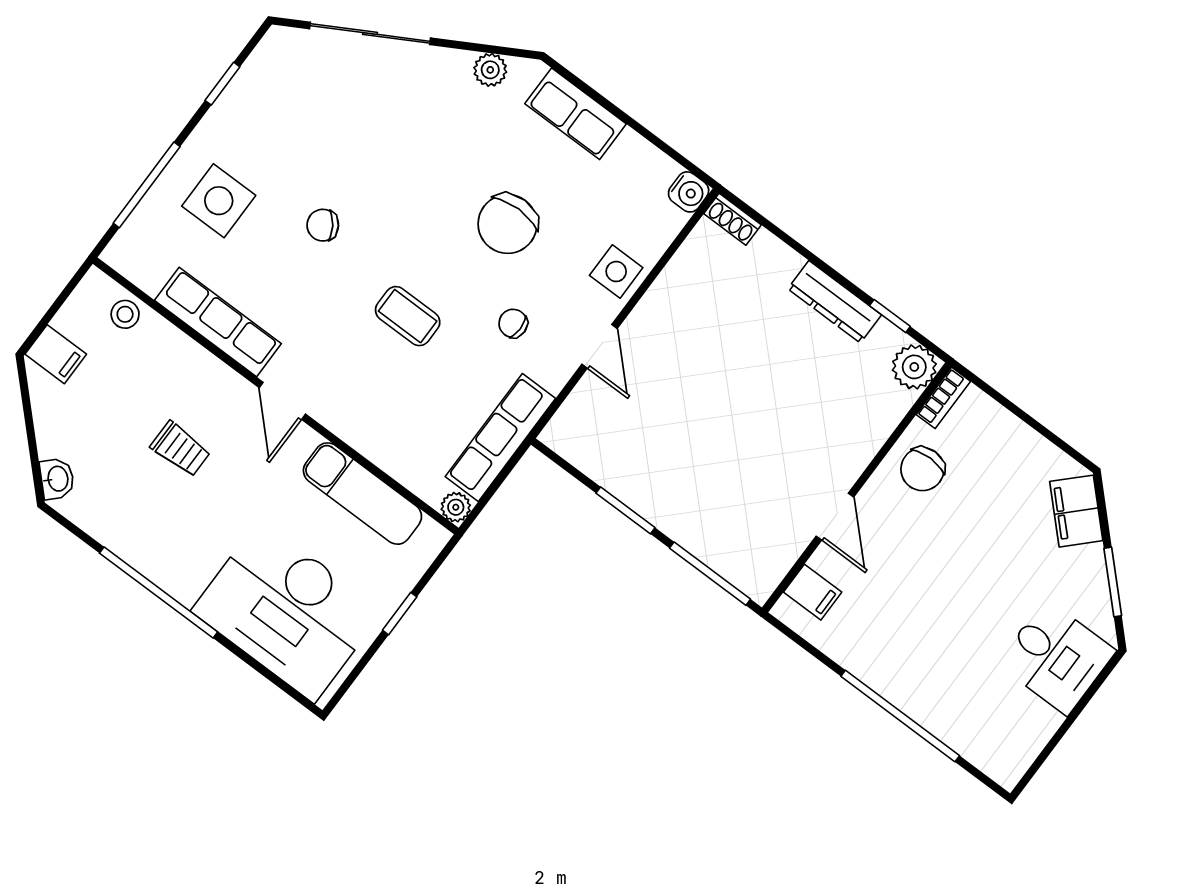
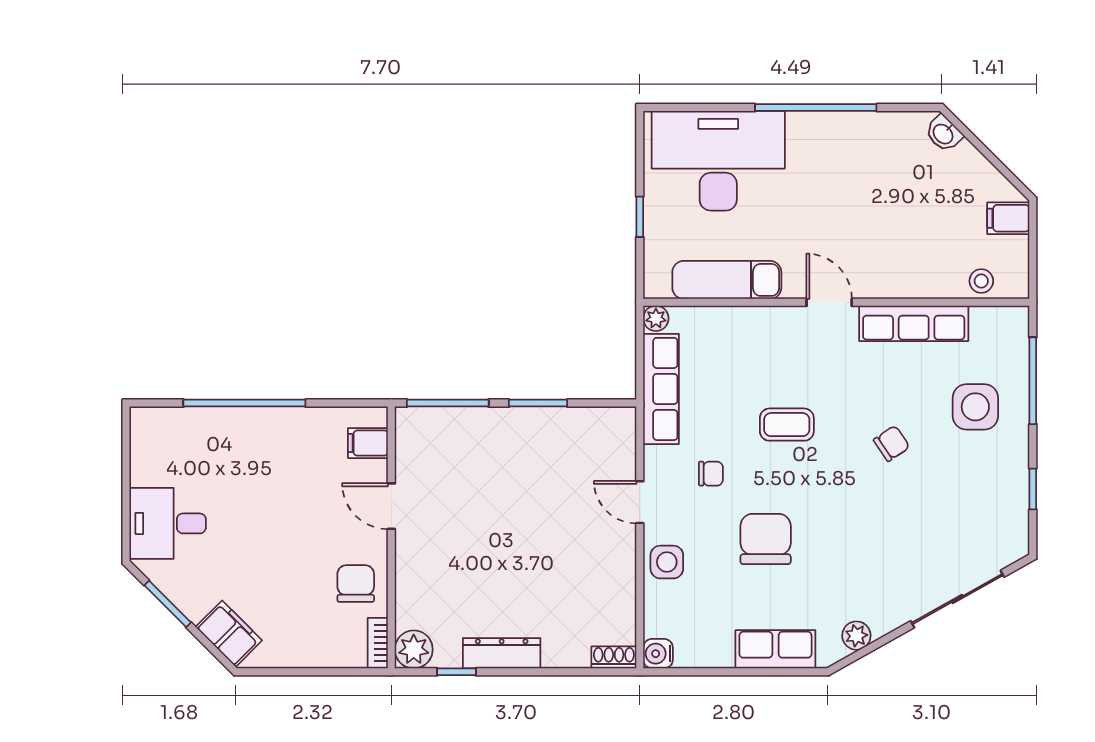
trolley: (180, 449) -> (874, 217), removed

